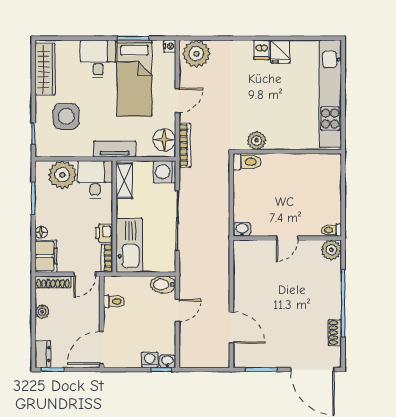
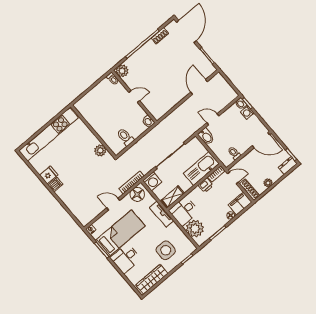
plant: (196, 54) -> (83, 214), removed
toilet: (247, 162) -> (125, 137), moved

